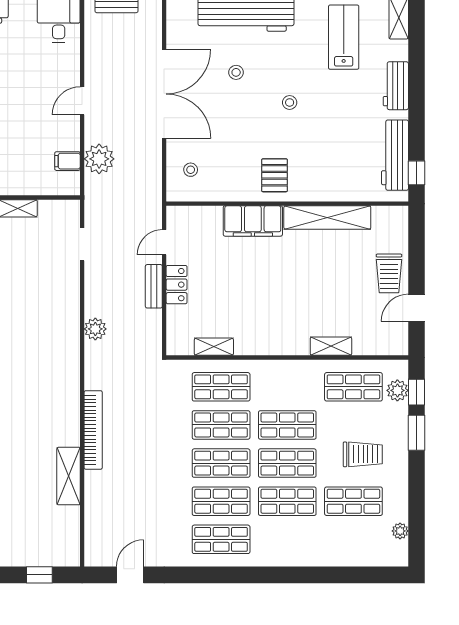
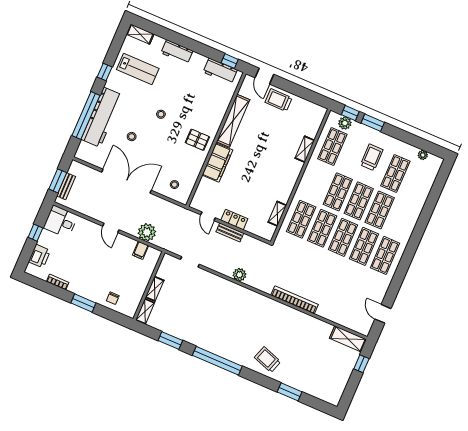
lab bench: (344, 37) -> (138, 69), turned 180
workbench: (395, 155) -> (220, 71), width x0.73
trolley: (389, 273) -> (279, 100), turned 180
door: (416, 308) -> (264, 76), moved
shelving: (69, 476) -> (348, 339), moved

